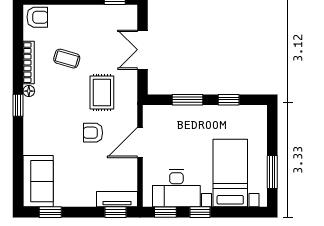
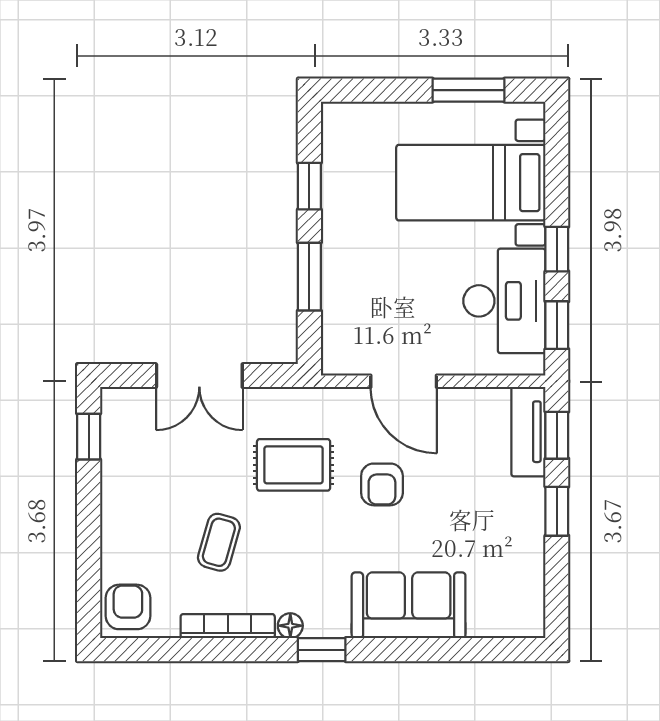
sofa: (38, 181) -> (409, 605), moved
window: (50, 212) -> (557, 511), moved

